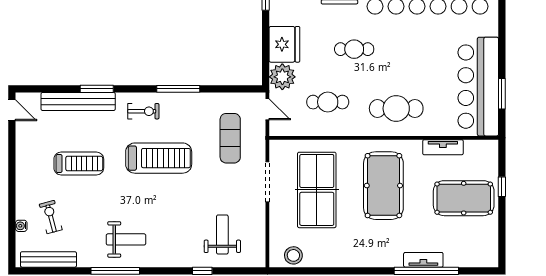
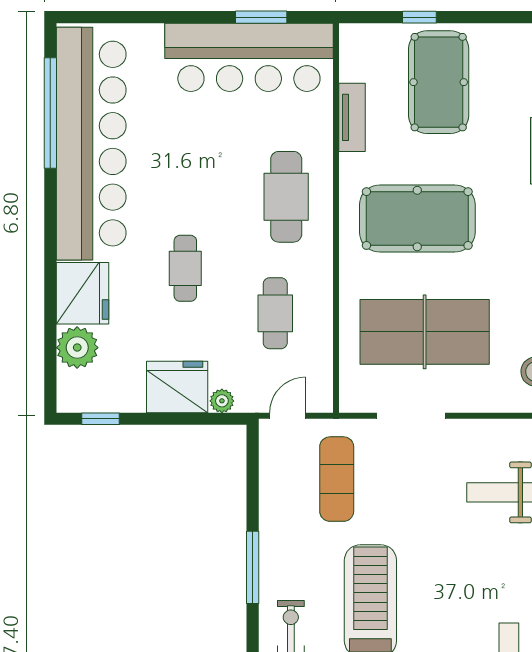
plant: (282, 77) -> (222, 401), width x0.53, depth x0.53
exercise mat: (230, 138) -> (337, 479), turned 90

